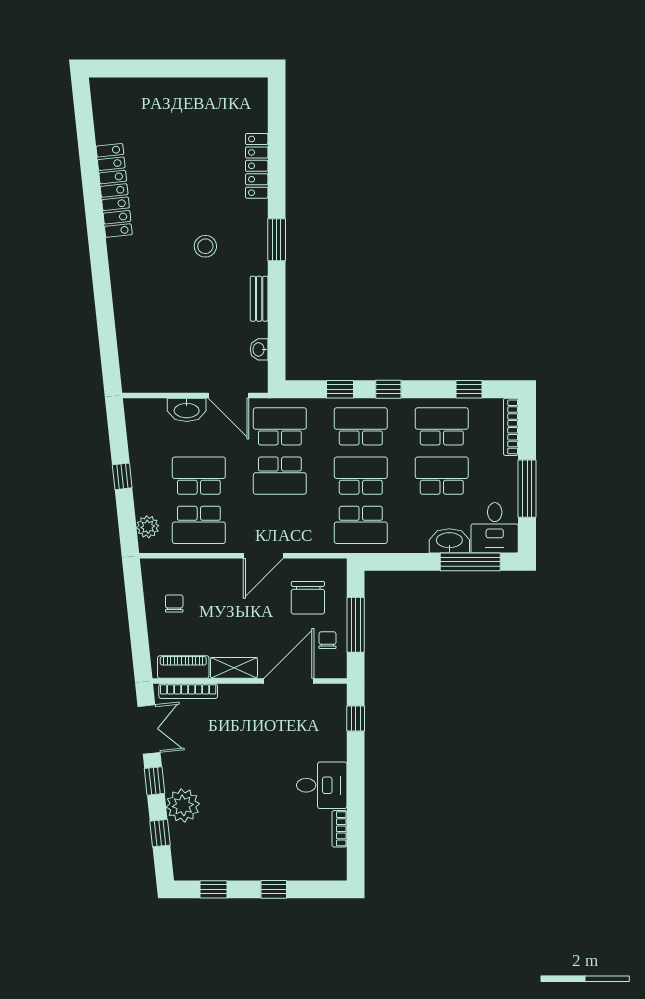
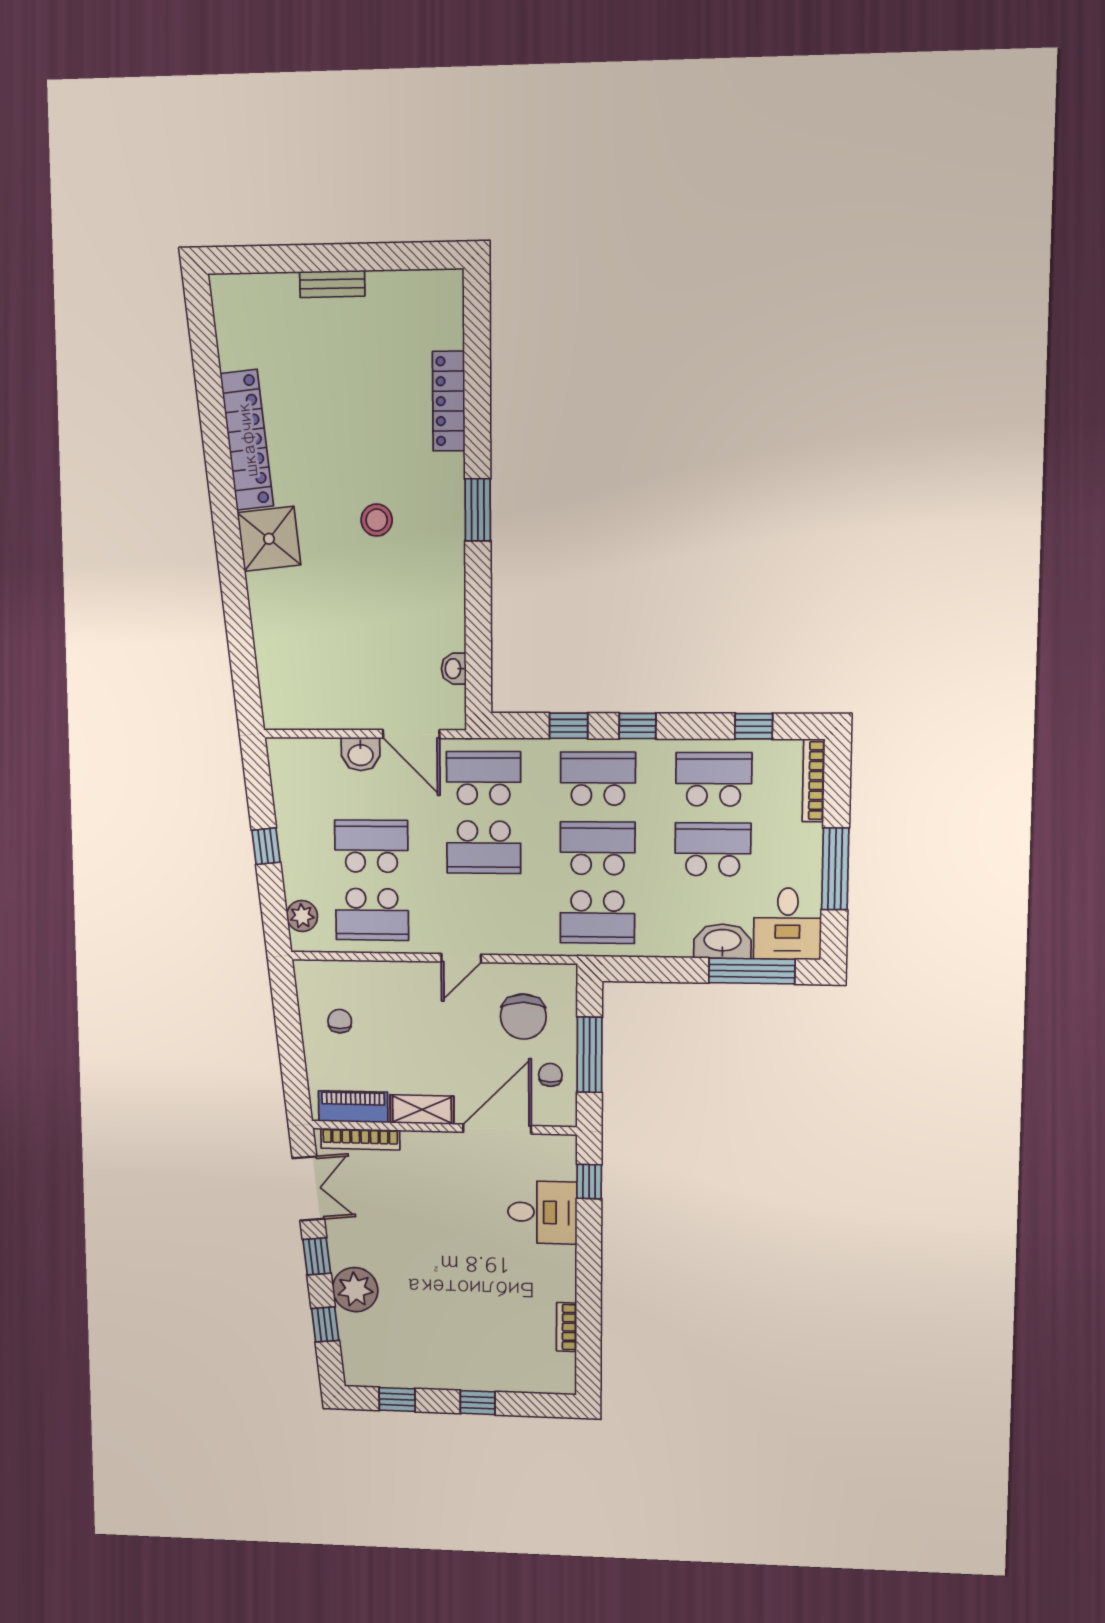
shower: (129, 259) -> (269, 539), added
bench: (259, 299) -> (332, 284), moved, turned 90
washbasin: (187, 410) -> (361, 754), width x0.72
door: (263, 556) -> (461, 958), width x0.73
desk: (322, 785) -> (542, 1212), moved

